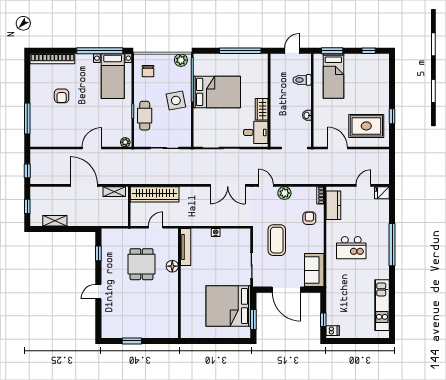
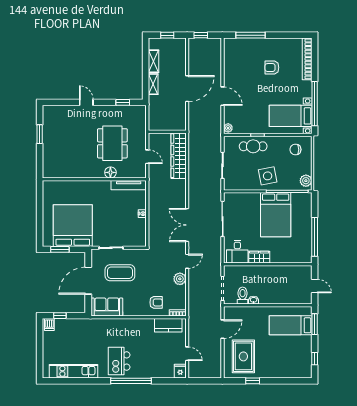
toilet: (302, 80) -> (243, 295), moved
shelving: (114, 192) -> (153, 84), moved
coffee table: (277, 240) -> (120, 273), moved
kitchen island: (351, 248) -> (119, 361), moved
dining table: (141, 264) -> (112, 143), width x1.38

